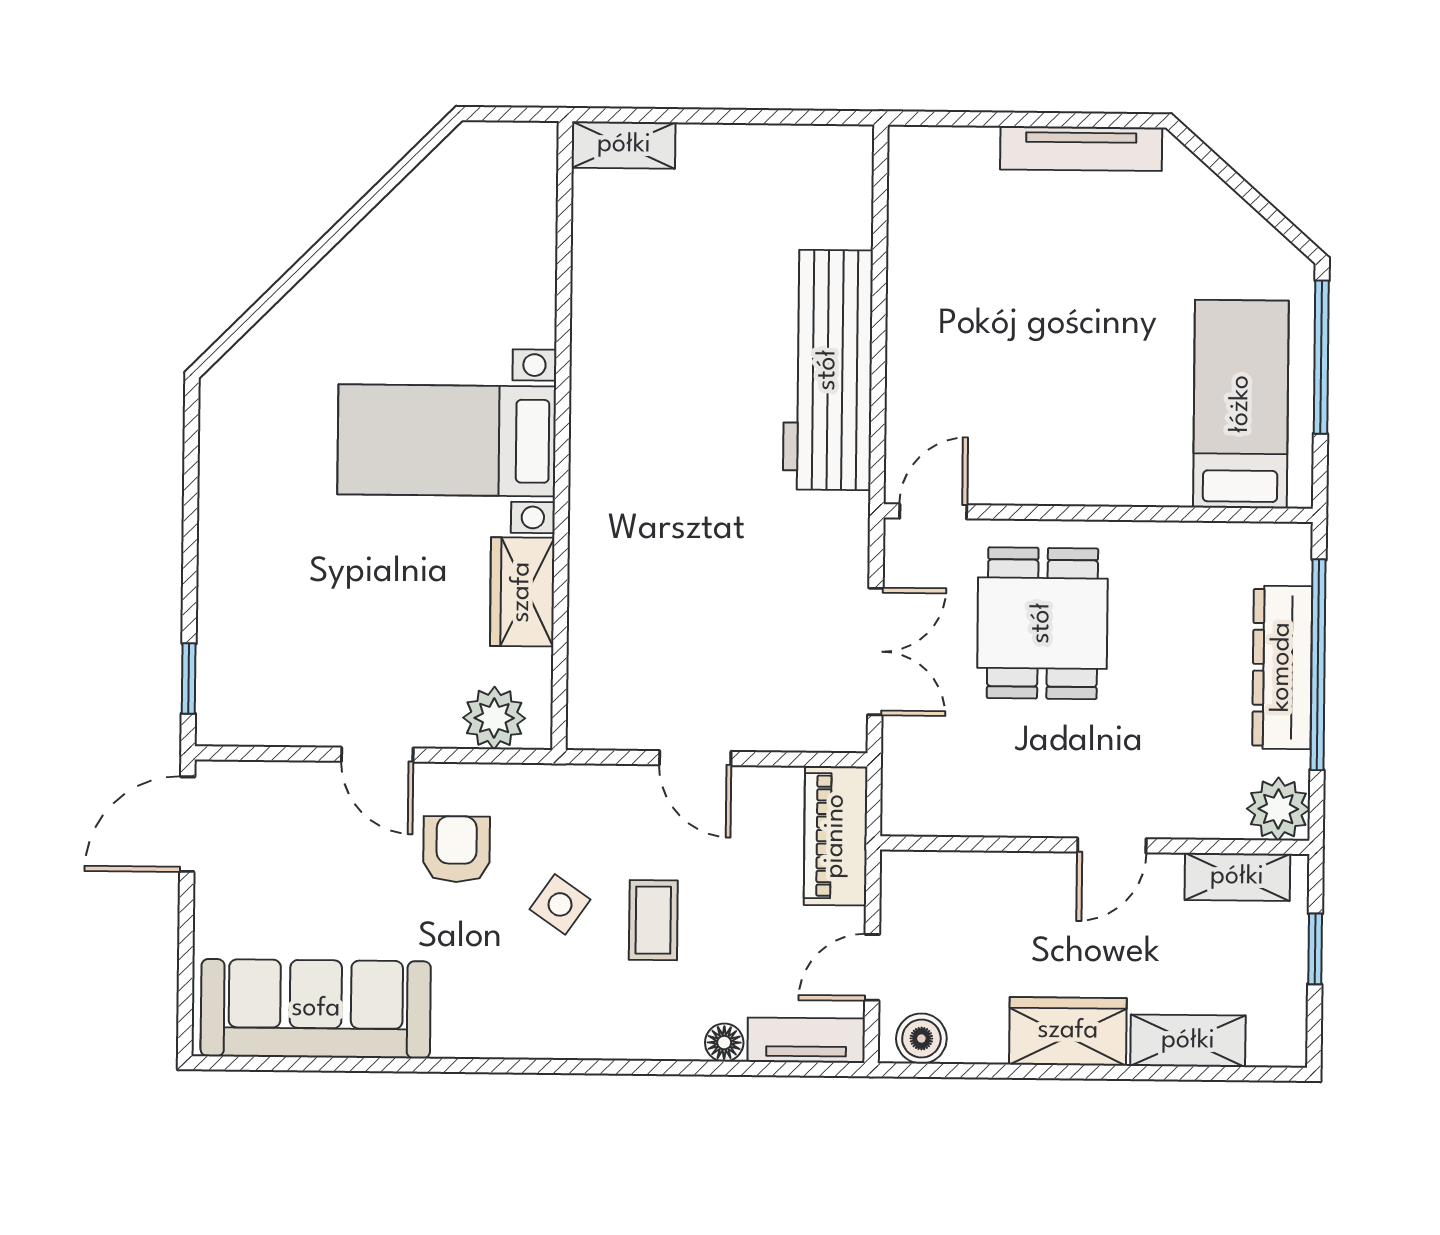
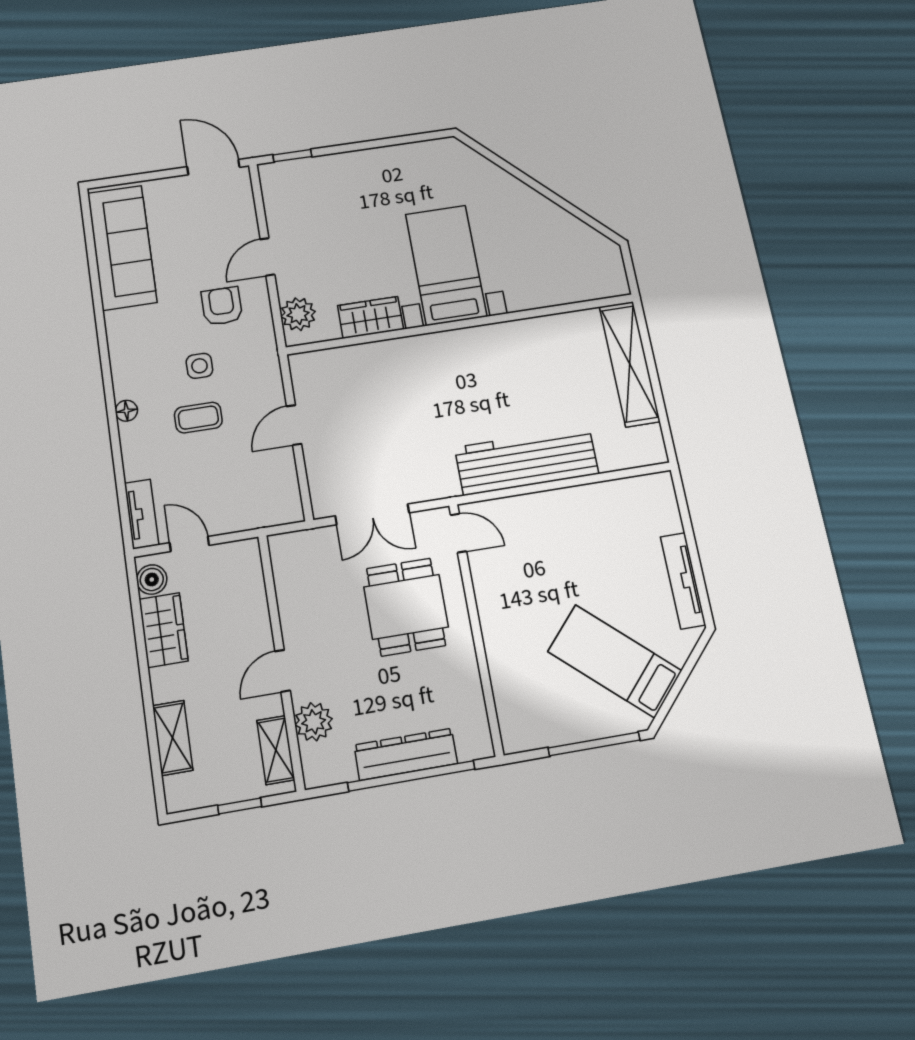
shelving: (624, 145) -> (629, 364), width x2.20, depth x1.33
bed: (1241, 404) -> (615, 661), moved, turned -138
dining table: (1042, 623) -> (406, 607), turned 90
plant: (1278, 809) -> (314, 722), moved
piano: (836, 836) -> (262, 510), removed
door: (1112, 845) -> (283, 671), hinge flipped
armchair: (457, 849) -> (222, 306), turned -90
side table: (560, 904) -> (199, 366), turned -35
wardrobe: (1068, 1031) -> (164, 630), moved
floor lamp: (724, 1043) -> (126, 411), moved

